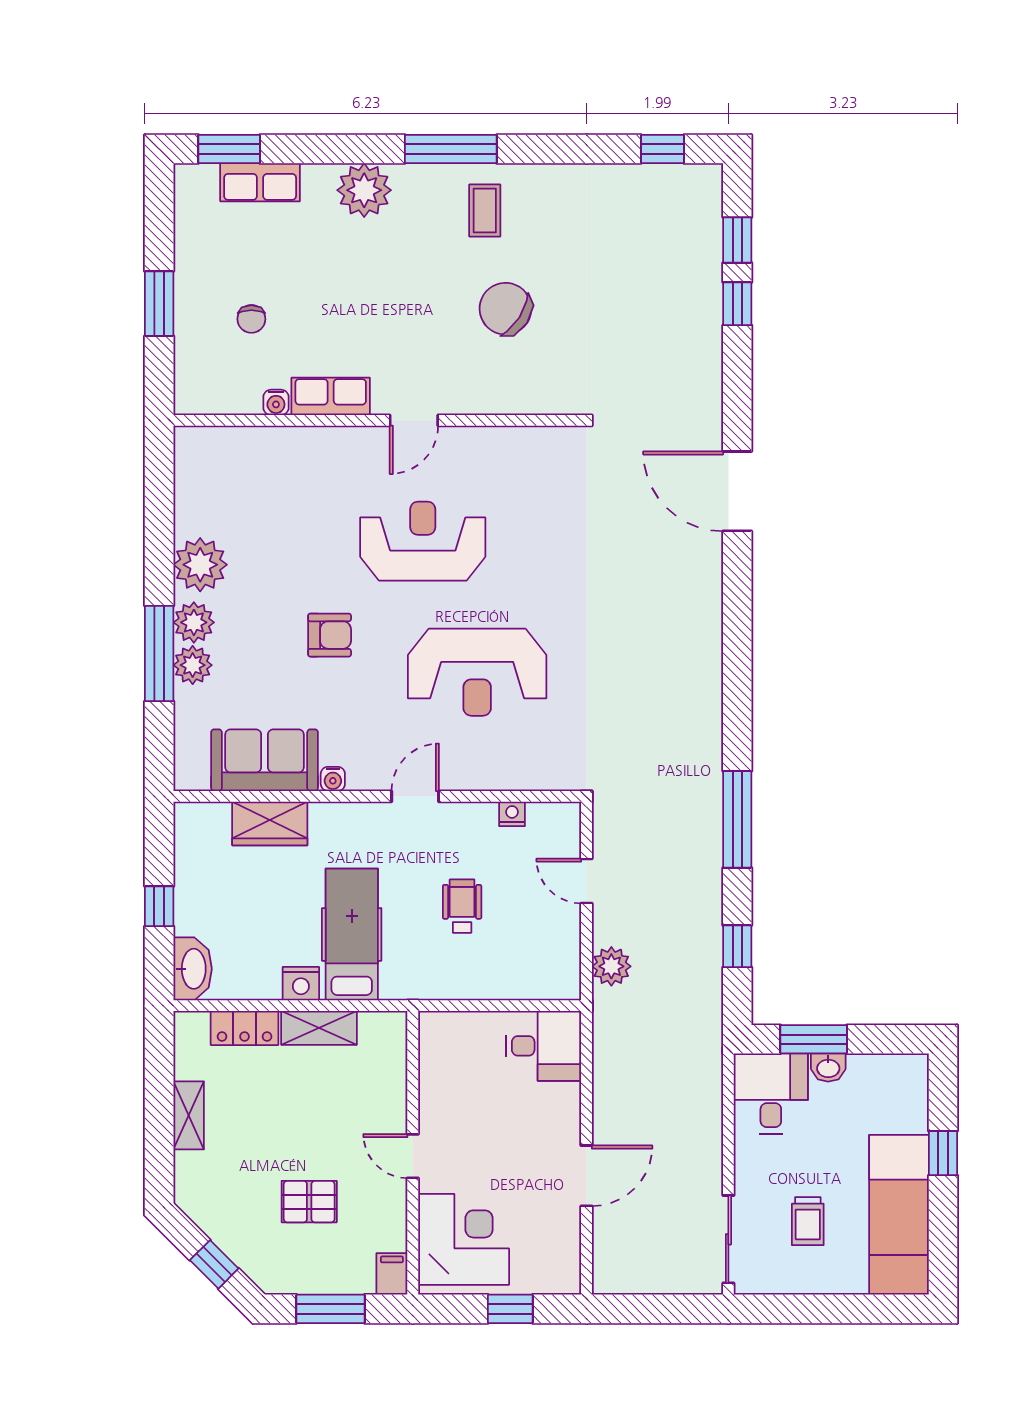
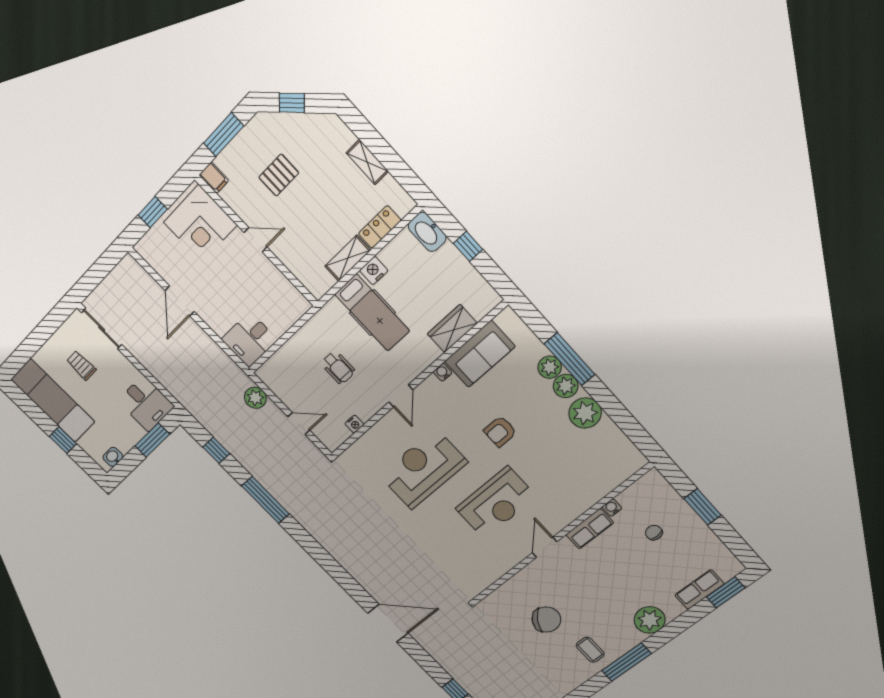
washbasin: (828, 1068) -> (113, 457), moved

